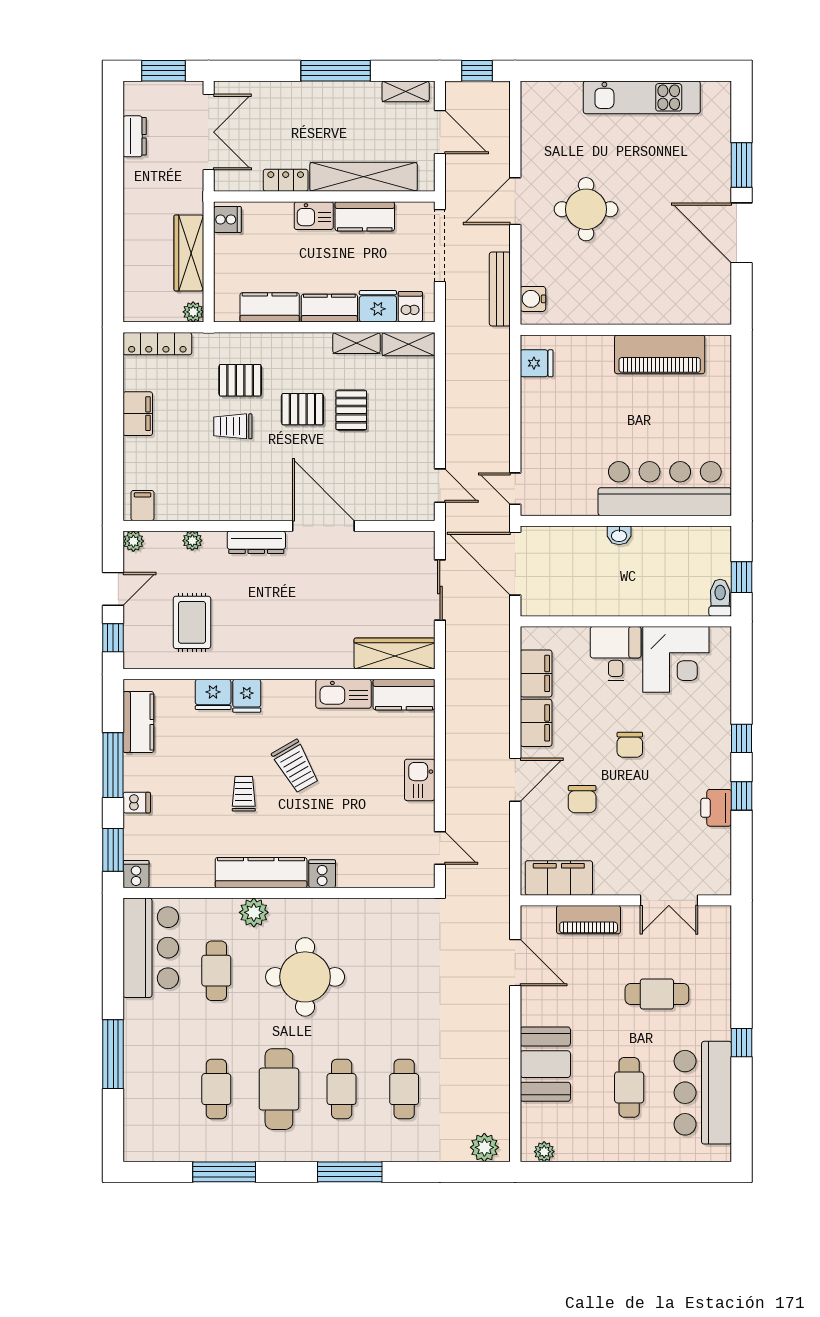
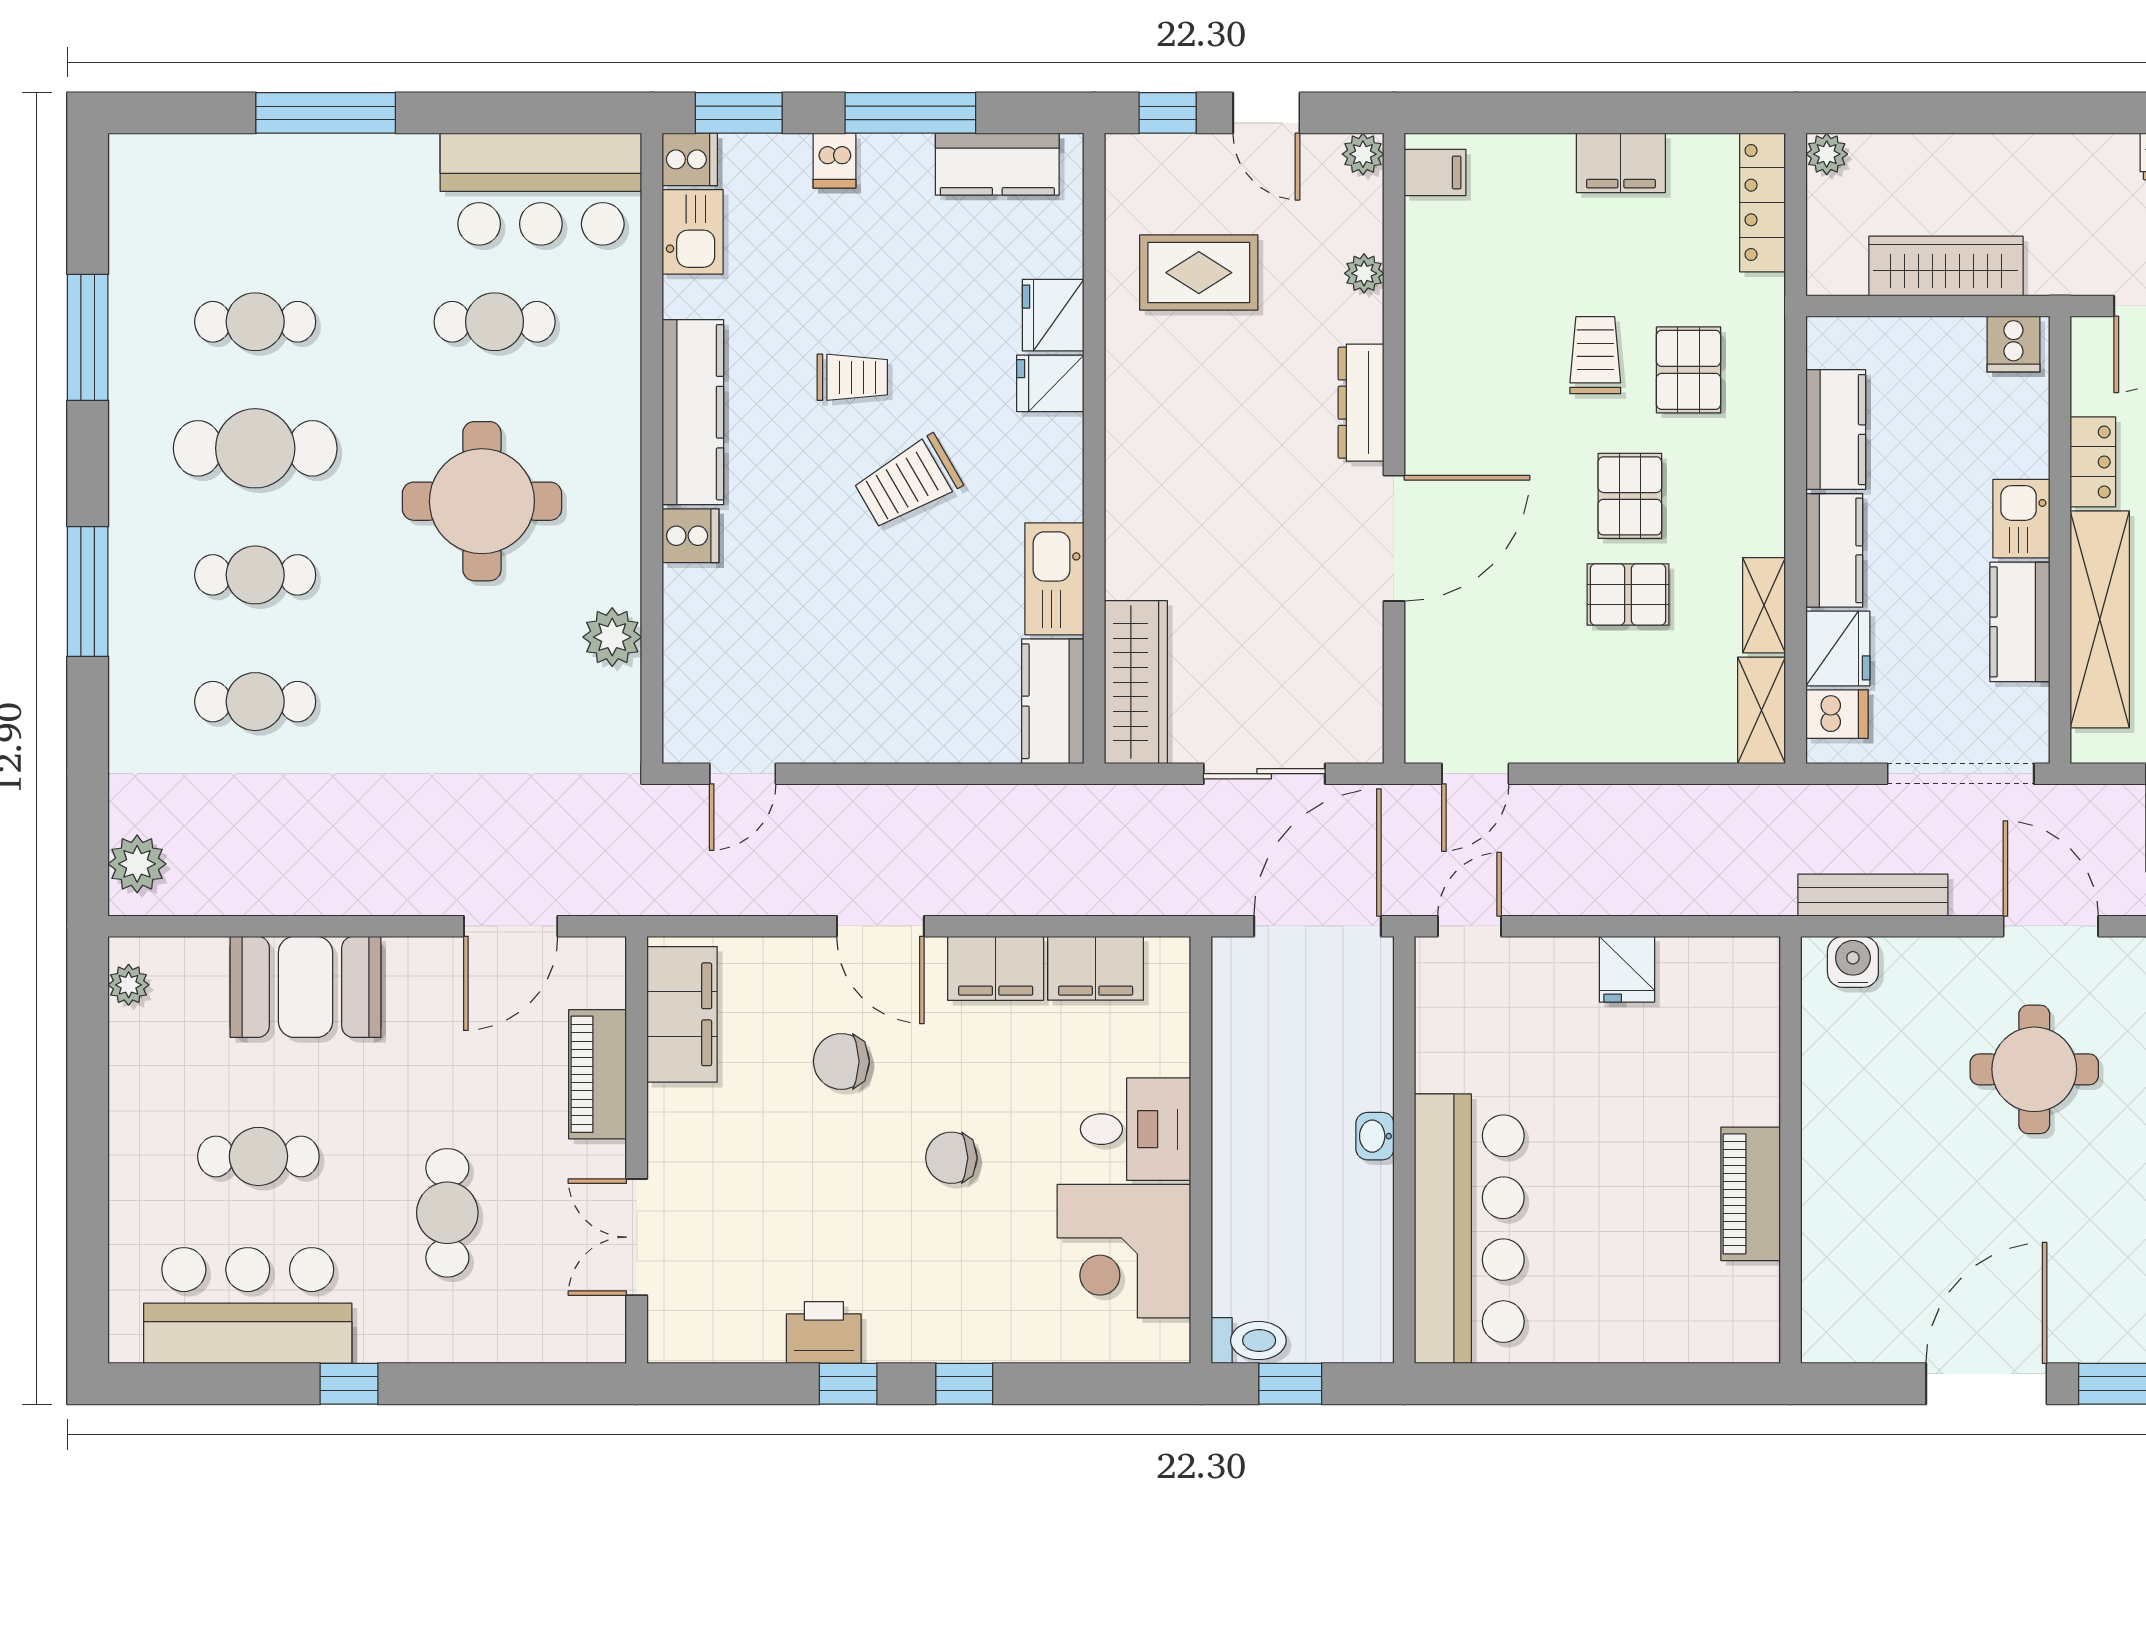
plant: (193, 312) -> (1827, 154), moved
piano: (660, 354) -> (1751, 1194), width x0.73, depth x0.75
fridge: (537, 363) -> (1627, 969), moved
kitchen sink: (420, 780) -> (693, 232), moved, turned 90
plant: (254, 912) -> (612, 637), moved

